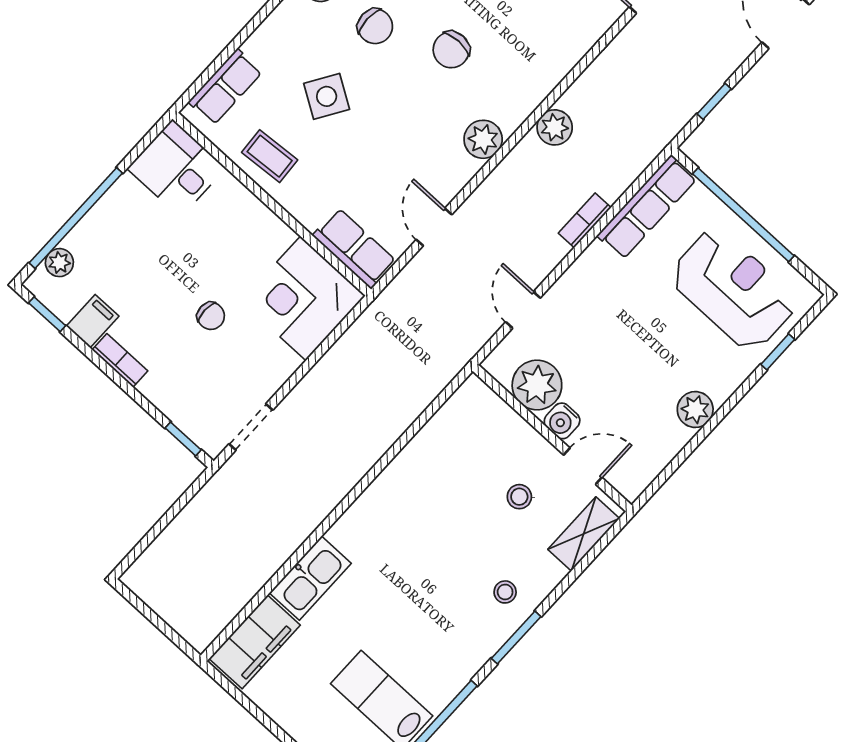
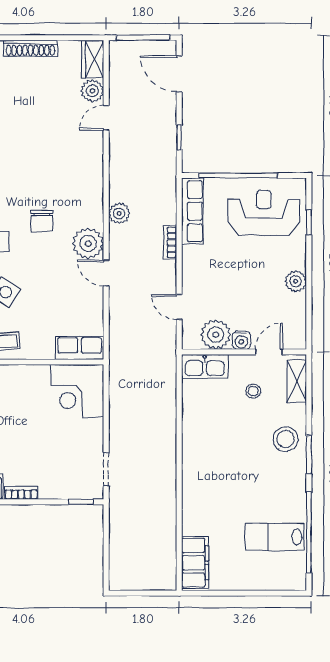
plant: (483, 139) -> (88, 244), width x1.36, depth x1.36
door: (434, 227) -> (106, 273), moved
chair: (211, 316) -> (43, 436), removed
kitchen sink: (310, 578) -> (205, 367), moved, turned 90
stool: (505, 592) -> (286, 439), width x1.89, depth x1.89

